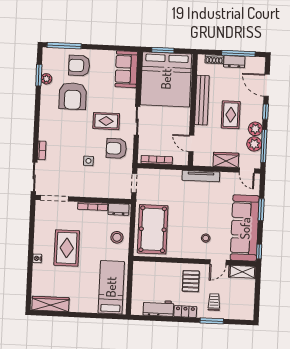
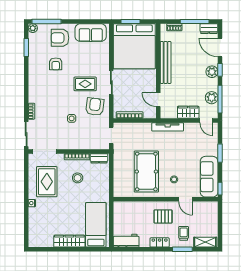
dresser: (234, 62) -> (209, 29), moved
sofa: (126, 69) -> (91, 33), moved, turned -90
plant: (46, 79) -> (33, 28), moved
armchair: (73, 96) -> (56, 64), width x0.53, depth x0.53
rug: (231, 115) -> (191, 74), removed
plant: (255, 129) -> (212, 72), moved
armchair: (116, 148) -> (95, 107), turned 97
sofa: (245, 228) -> (209, 177), width x0.74, depth x0.79
pool table: (153, 229) -> (146, 172), moved
stool: (117, 237) -> (78, 178), moved
rug: (67, 248) -> (47, 182), moved
door: (218, 262) -> (185, 199), hinge flipped
shelving: (242, 272) -> (205, 242), moved
pallet: (191, 281) -> (163, 216), turned 90
wardrobe: (50, 304) -> (69, 241), moved
workbench: (158, 308) -> (126, 241), moved

